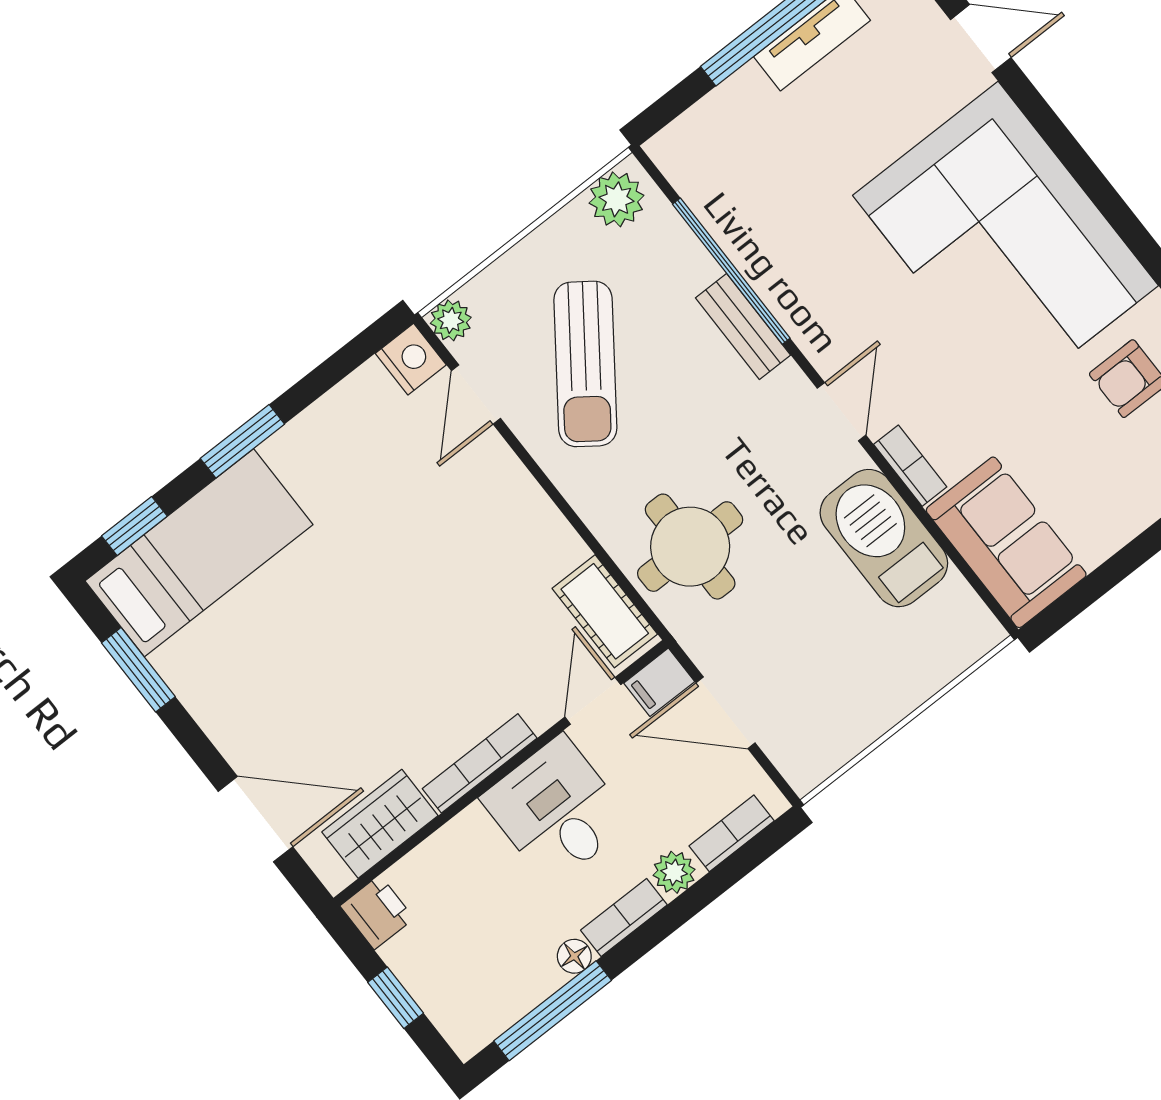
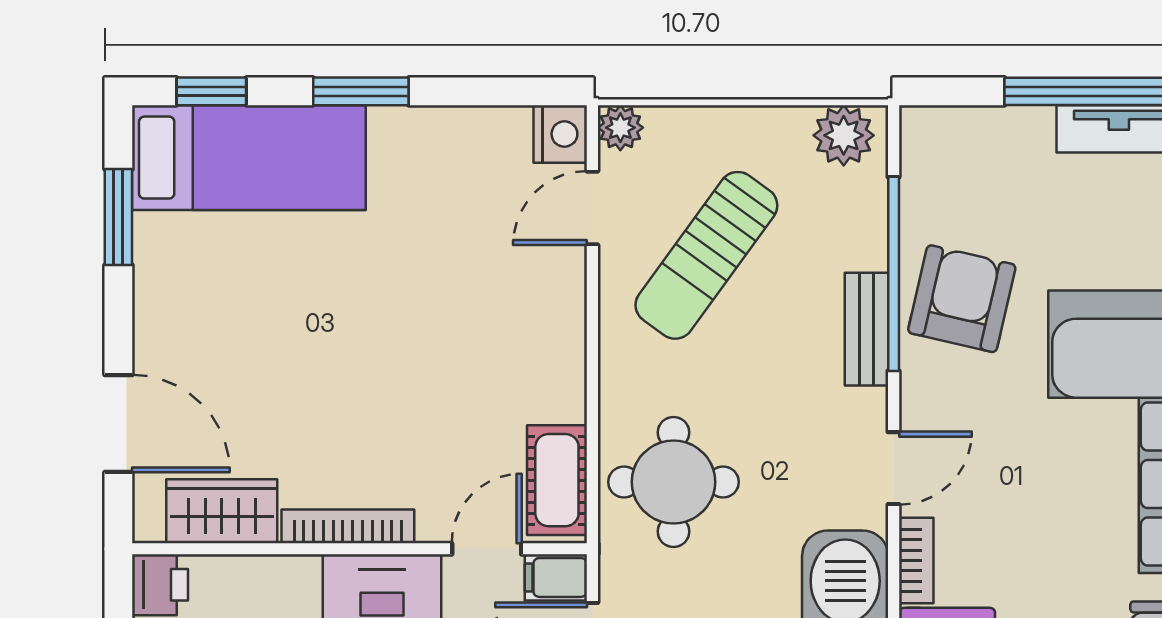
armchair: (795, 250) -> (962, 299), added

